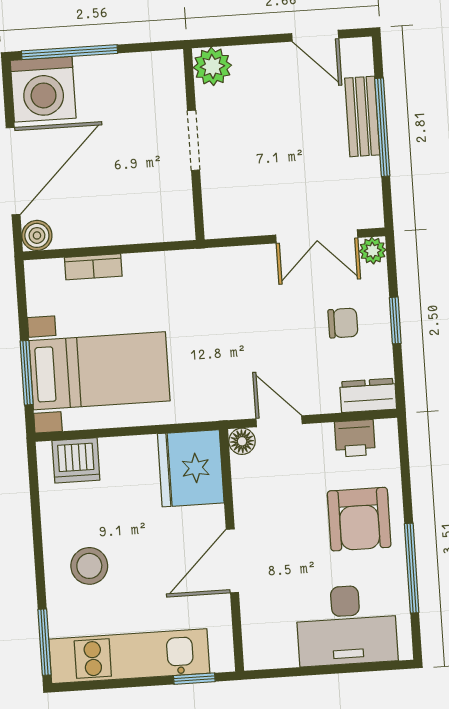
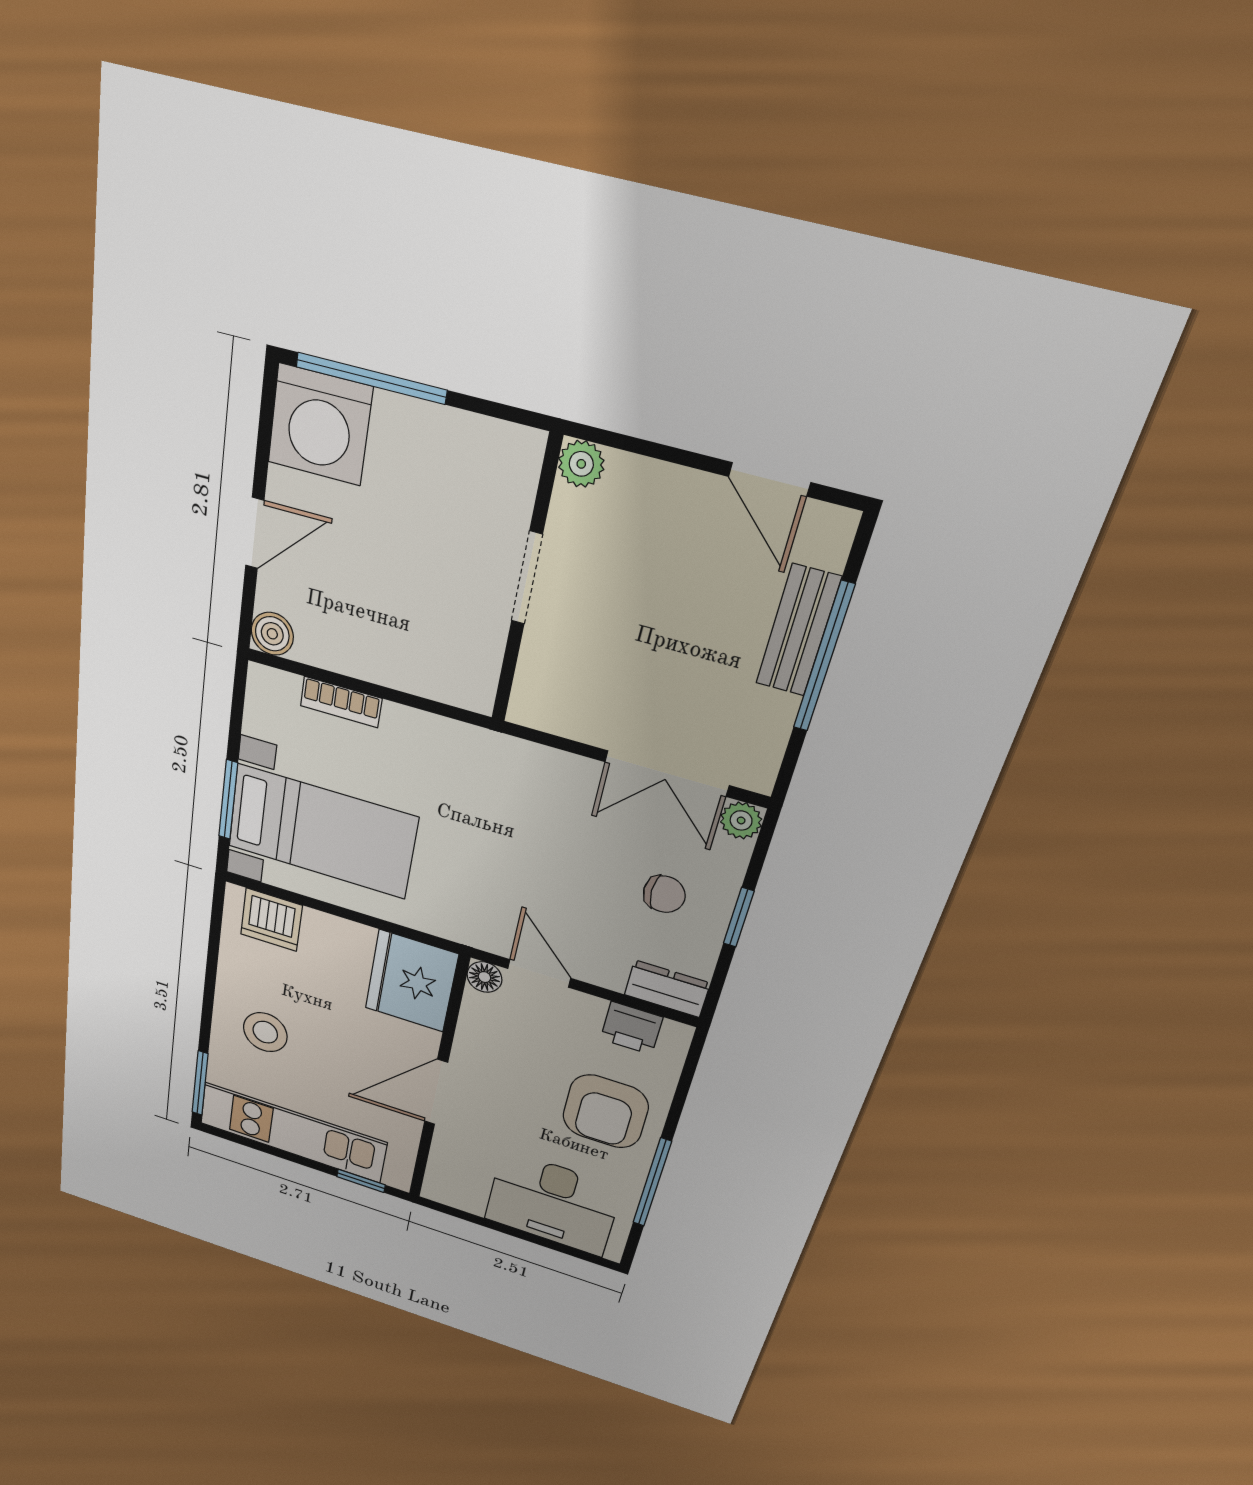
plant: (212, 66) -> (581, 464), width x0.73, depth x0.73
door: (13, 171) -> (255, 533), width x0.53

